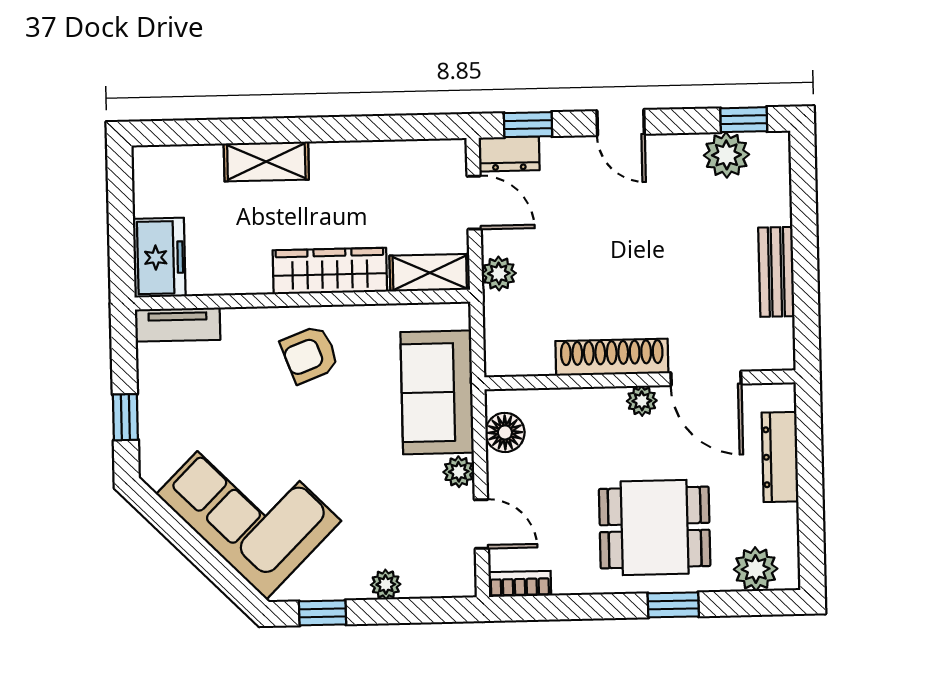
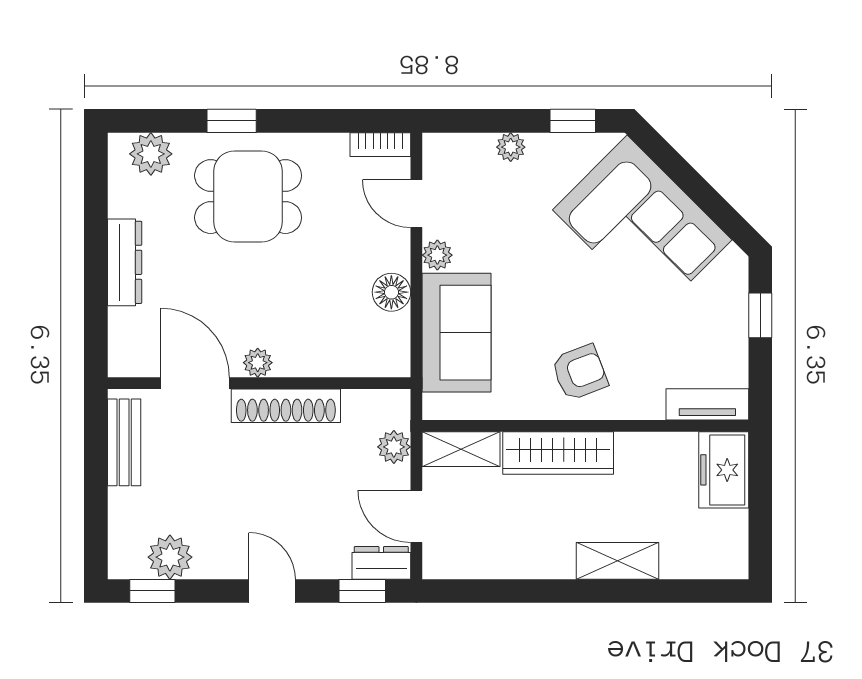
shoe rack: (612, 357) -> (286, 406), moved
door: (706, 378) -> (195, 383), moved
wall: (640, 380) -> (259, 383), moved
plant: (642, 401) -> (258, 363), moved

